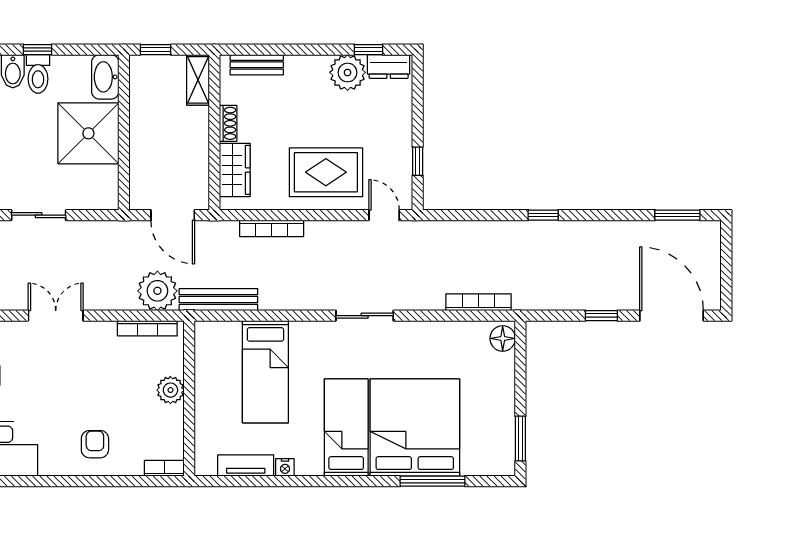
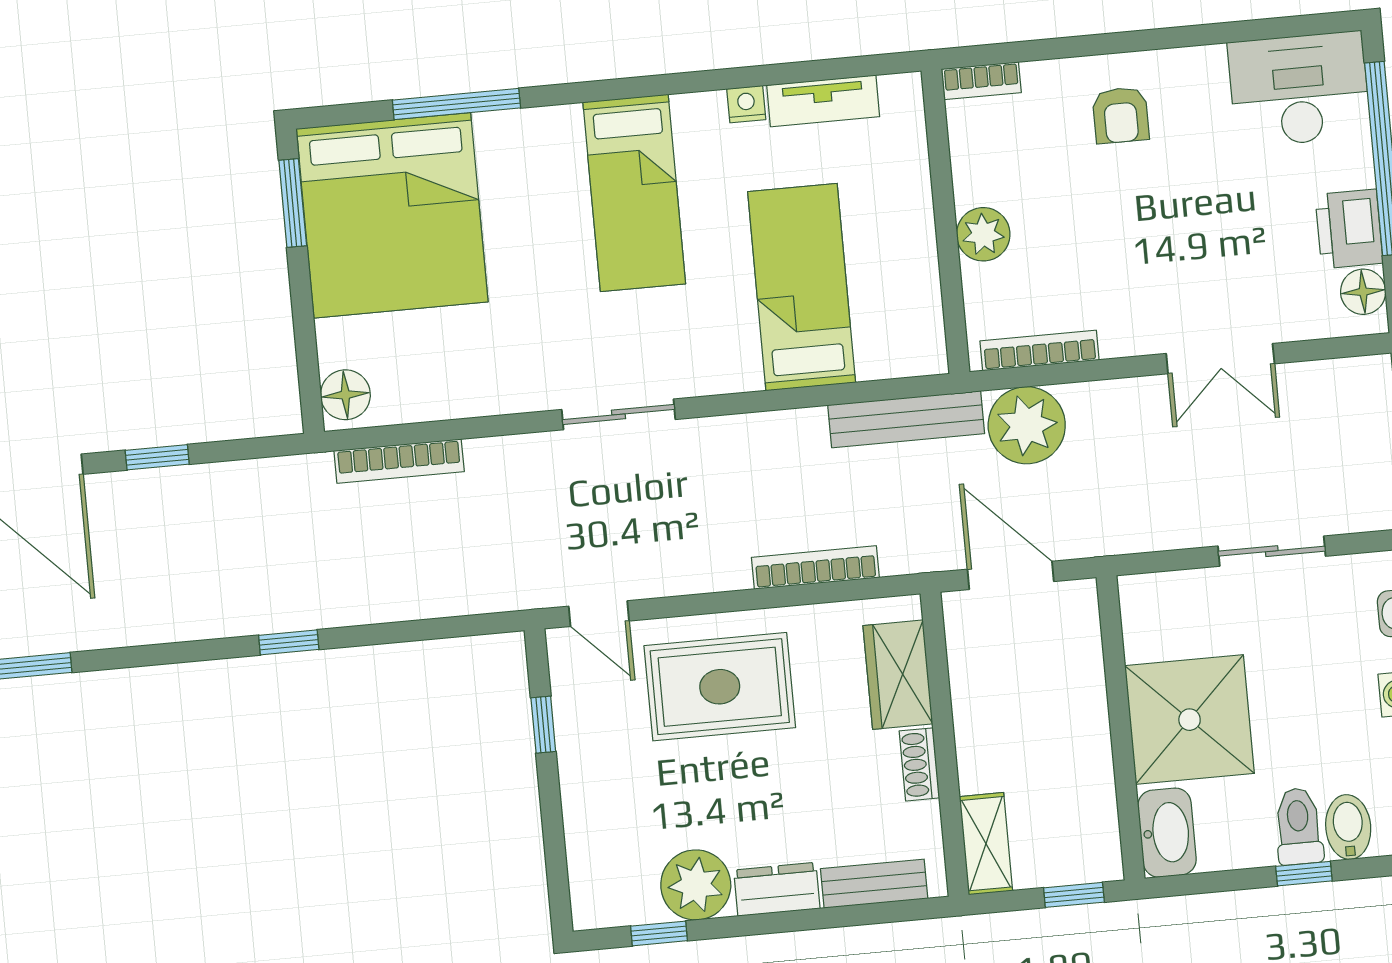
dresser: (389, 66) -> (777, 889), moved
bed: (415, 428) -> (392, 215), moved

